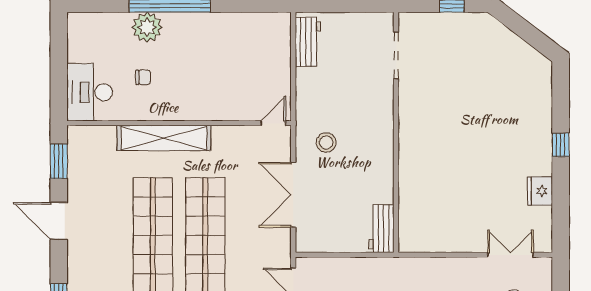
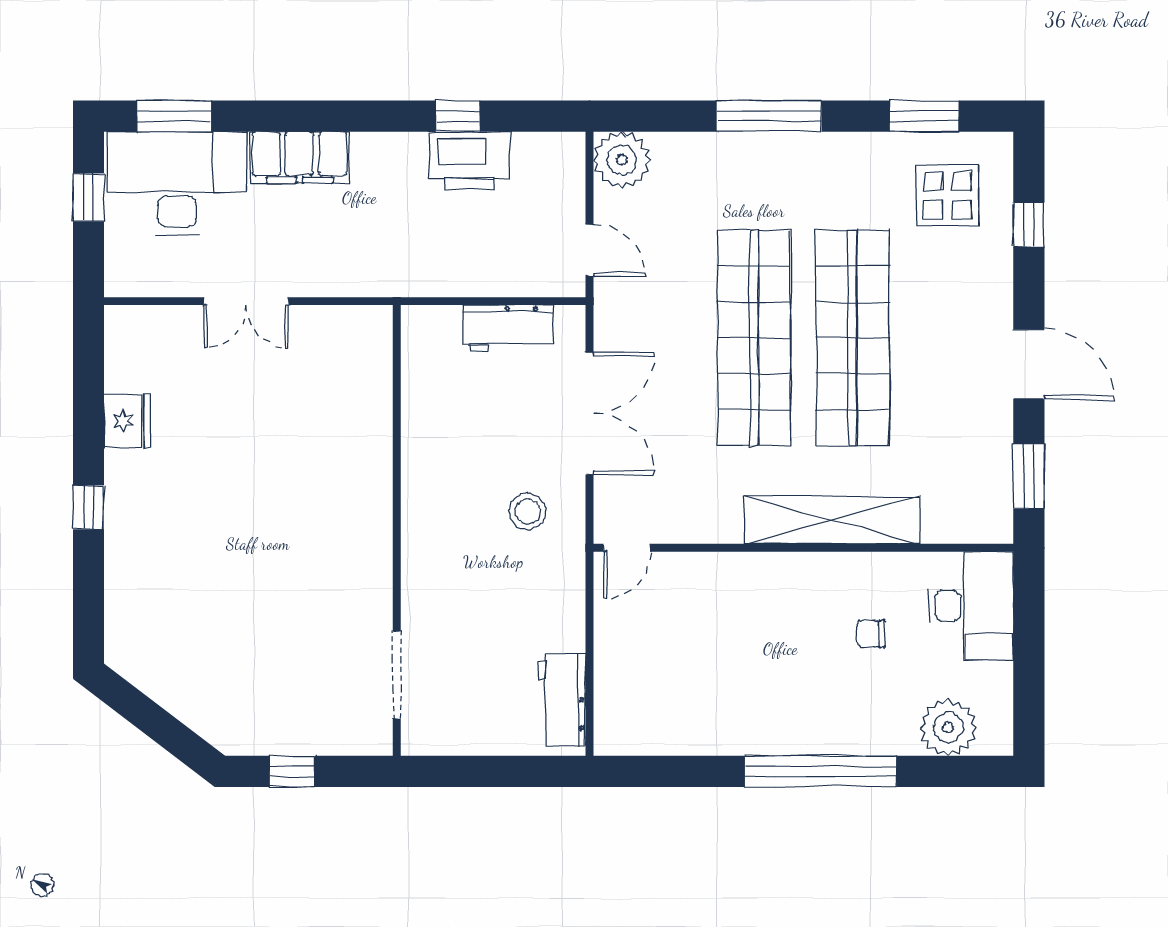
plant: (147, 27) -> (948, 728), moved
workbench: (382, 229) -> (508, 328), moved, turned 90
double door: (511, 255) -> (246, 301), moved

